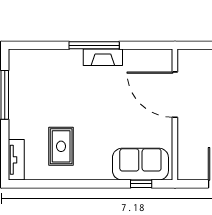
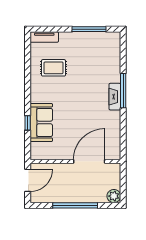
door: (175, 95) -> (89, 161), moved
wall: (175, 115) -> (75, 161), moved

